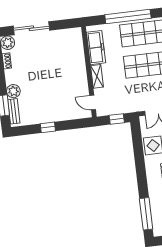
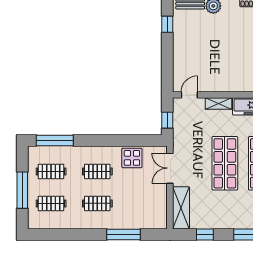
window: (48, 127) -> (167, 24), moved

